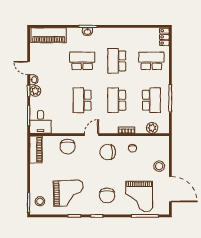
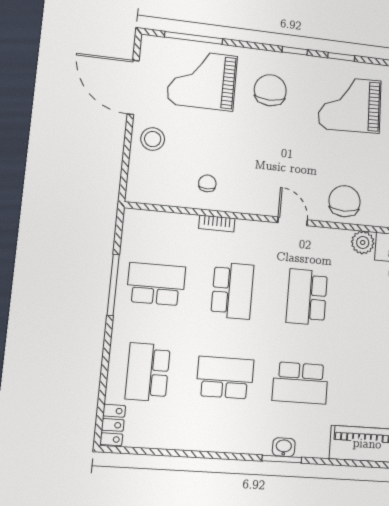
school desk: (117, 61) -> (225, 378), turned -90
school desk: (151, 61) -> (148, 372), turned 90
school desk: (82, 100) -> (307, 297), turned 180
school desk: (151, 100) -> (156, 284), turned 90
plant: (152, 128) -> (363, 243), moved
door: (92, 135) -> (293, 221), swing flipped
chair: (108, 152) -> (261, 181), removed
grand piano: (139, 196) -> (202, 80), turned -90

